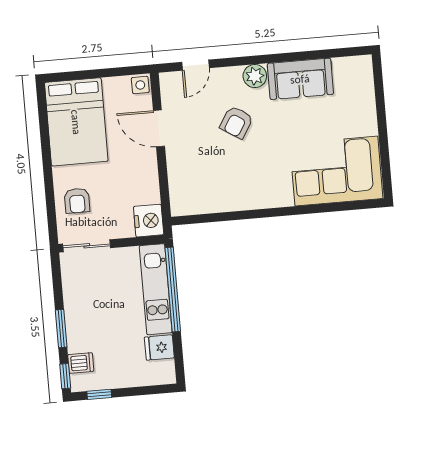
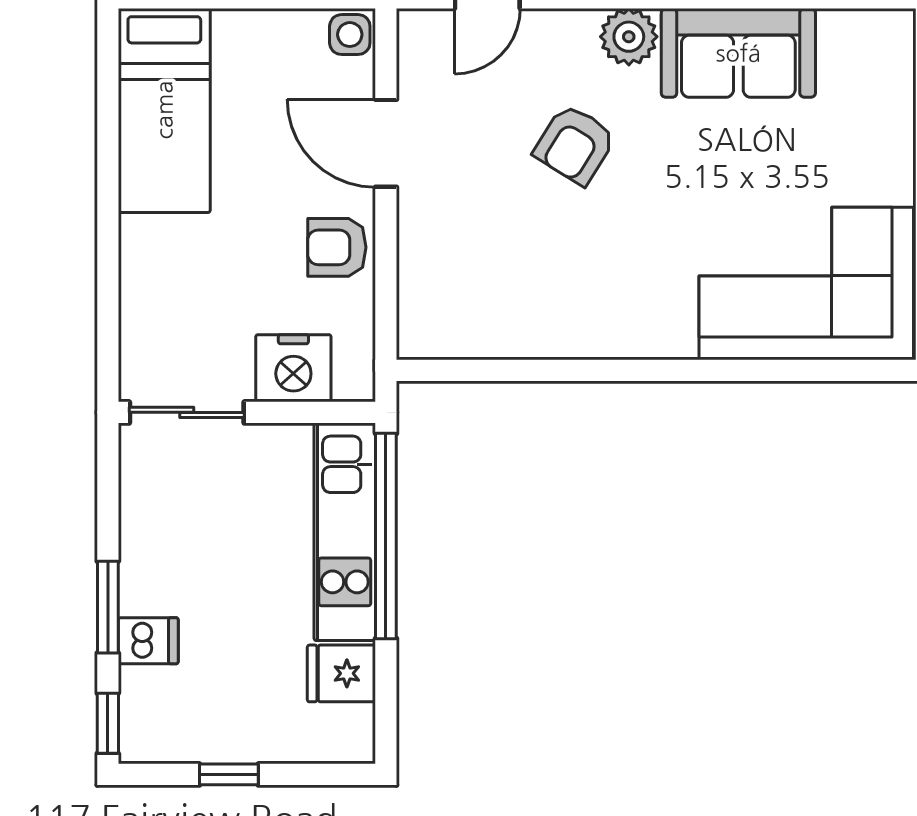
bed: (76, 122) -> (164, 110), width x0.67
armchair: (77, 201) -> (337, 247), moved, turned 90
nightstand: (149, 221) -> (293, 368), moved, turned 90
dishwasher: (81, 363) -> (148, 641), moved
window: (99, 394) -> (229, 774), moved

